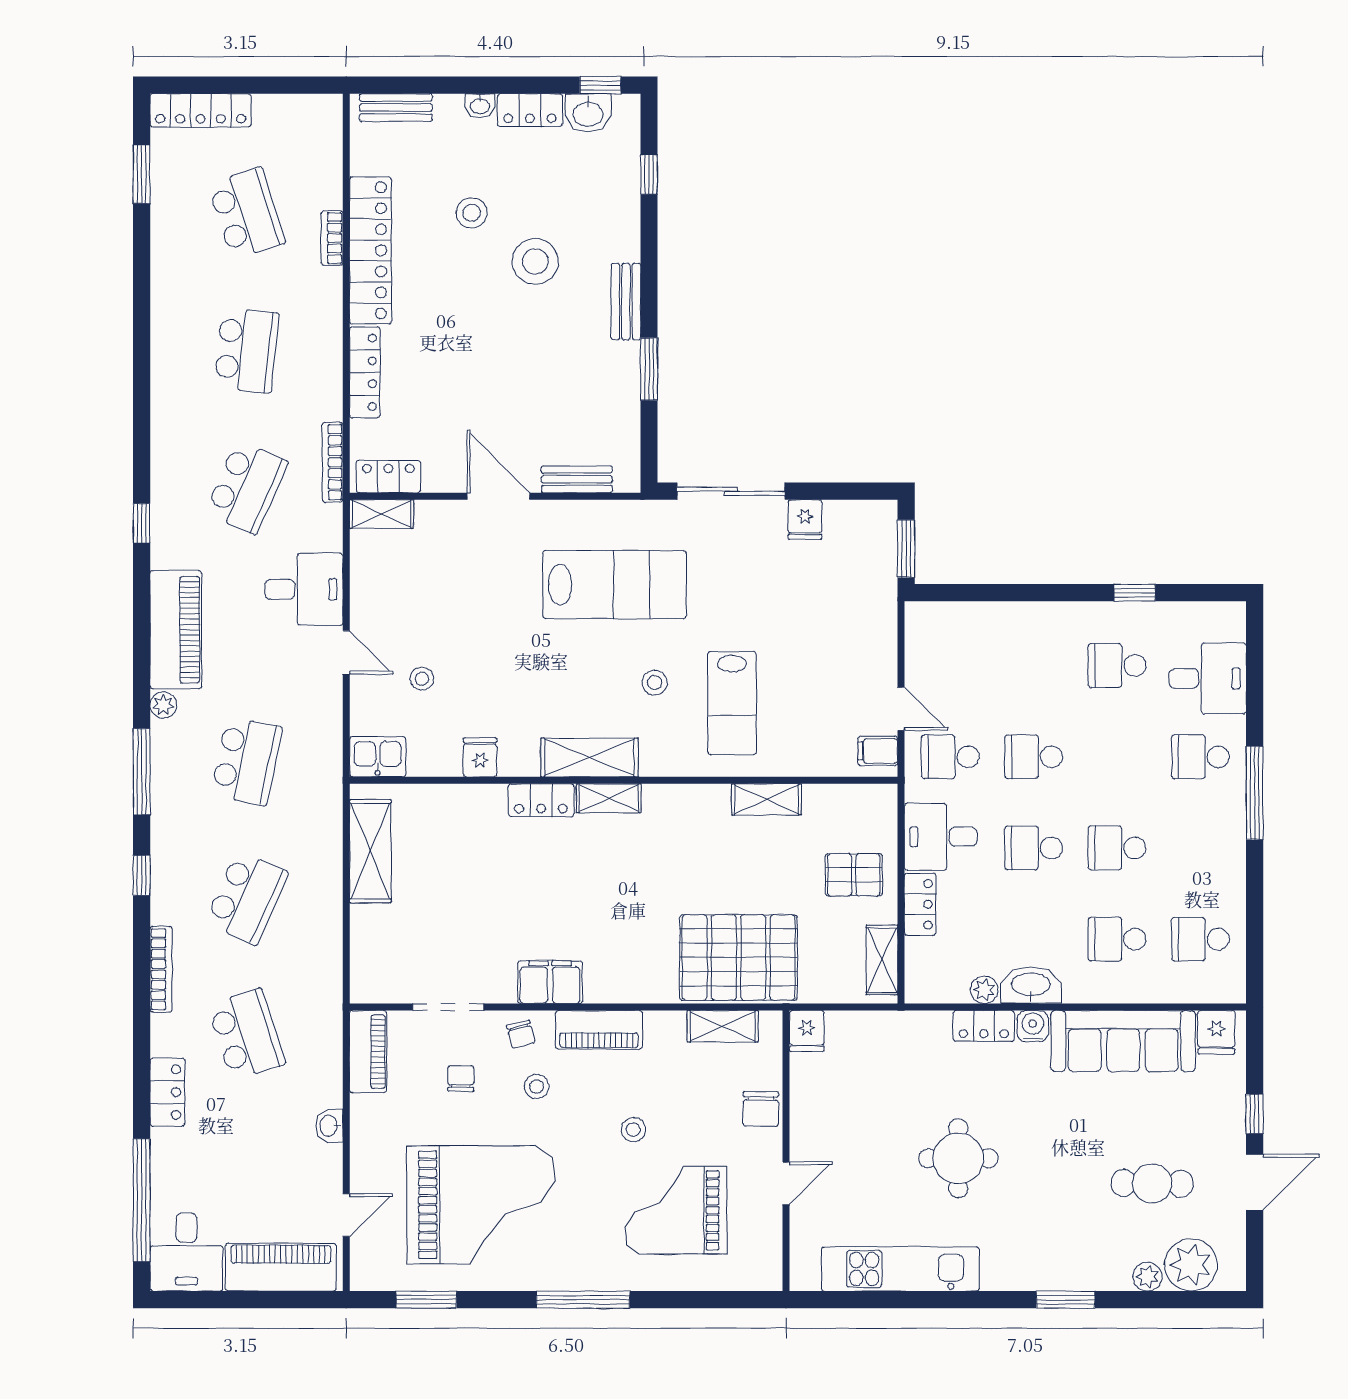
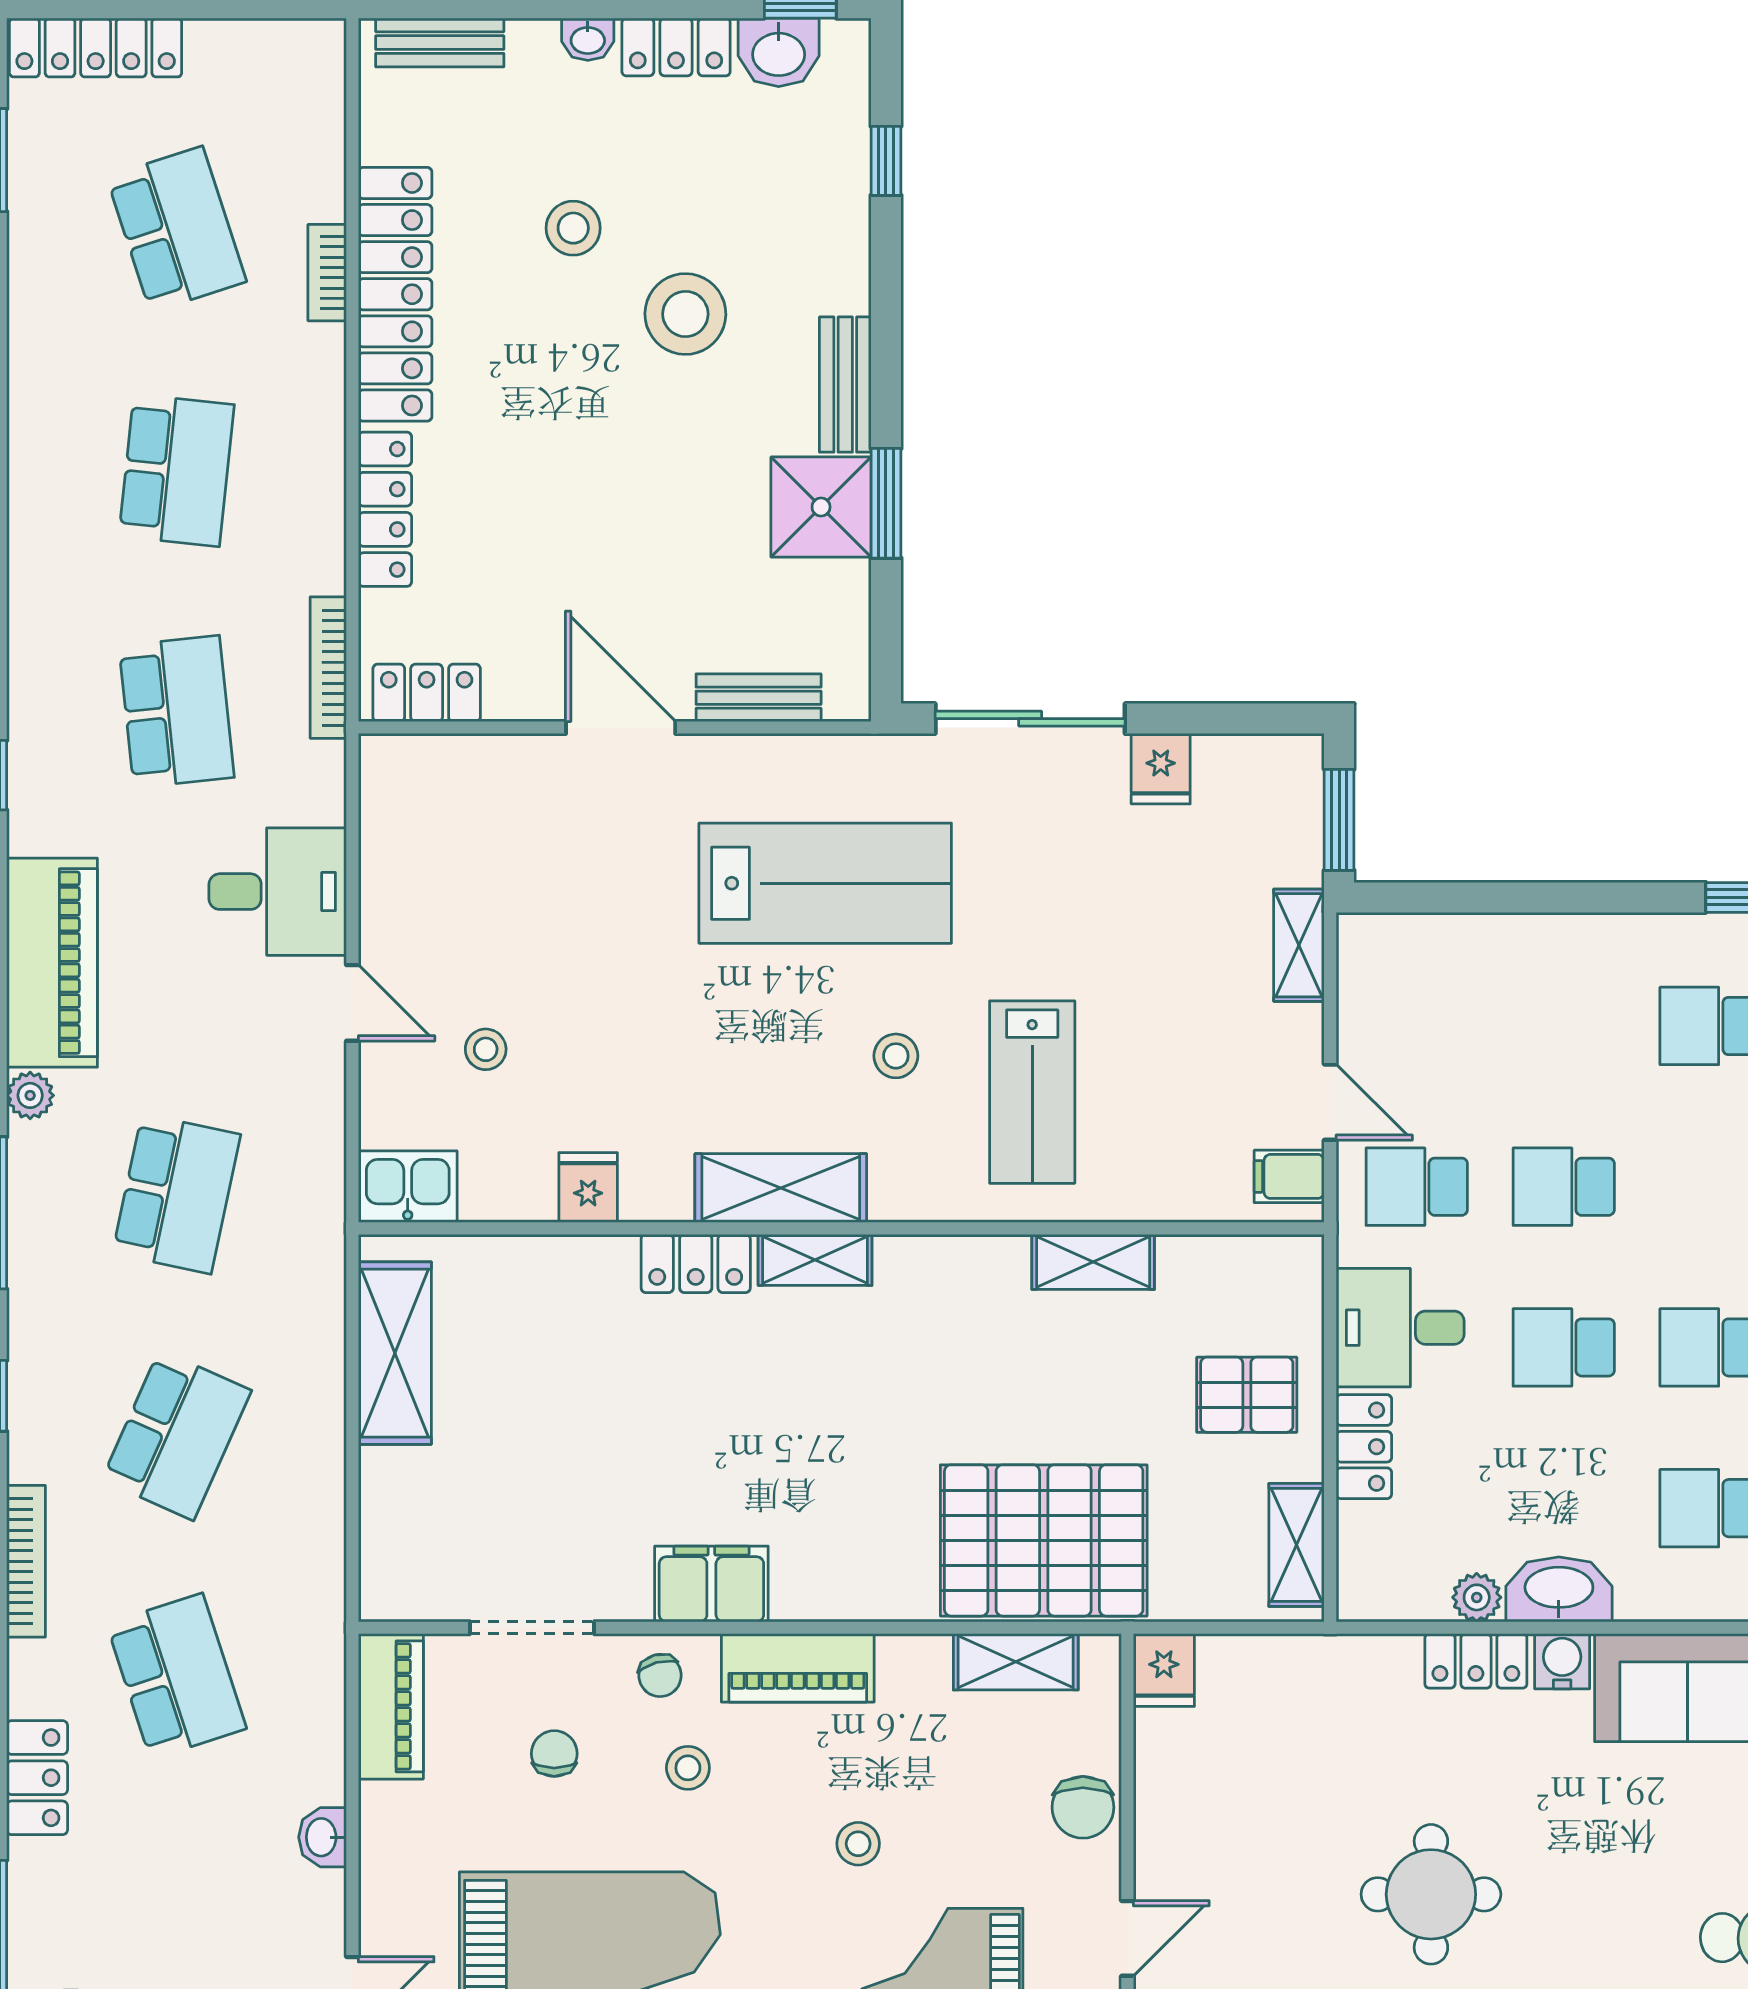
shower: (612, 371) -> (821, 507), added
school desk: (246, 487) -> (177, 712), turned -30
shelving: (382, 514) -> (1299, 945), moved, turned 90

